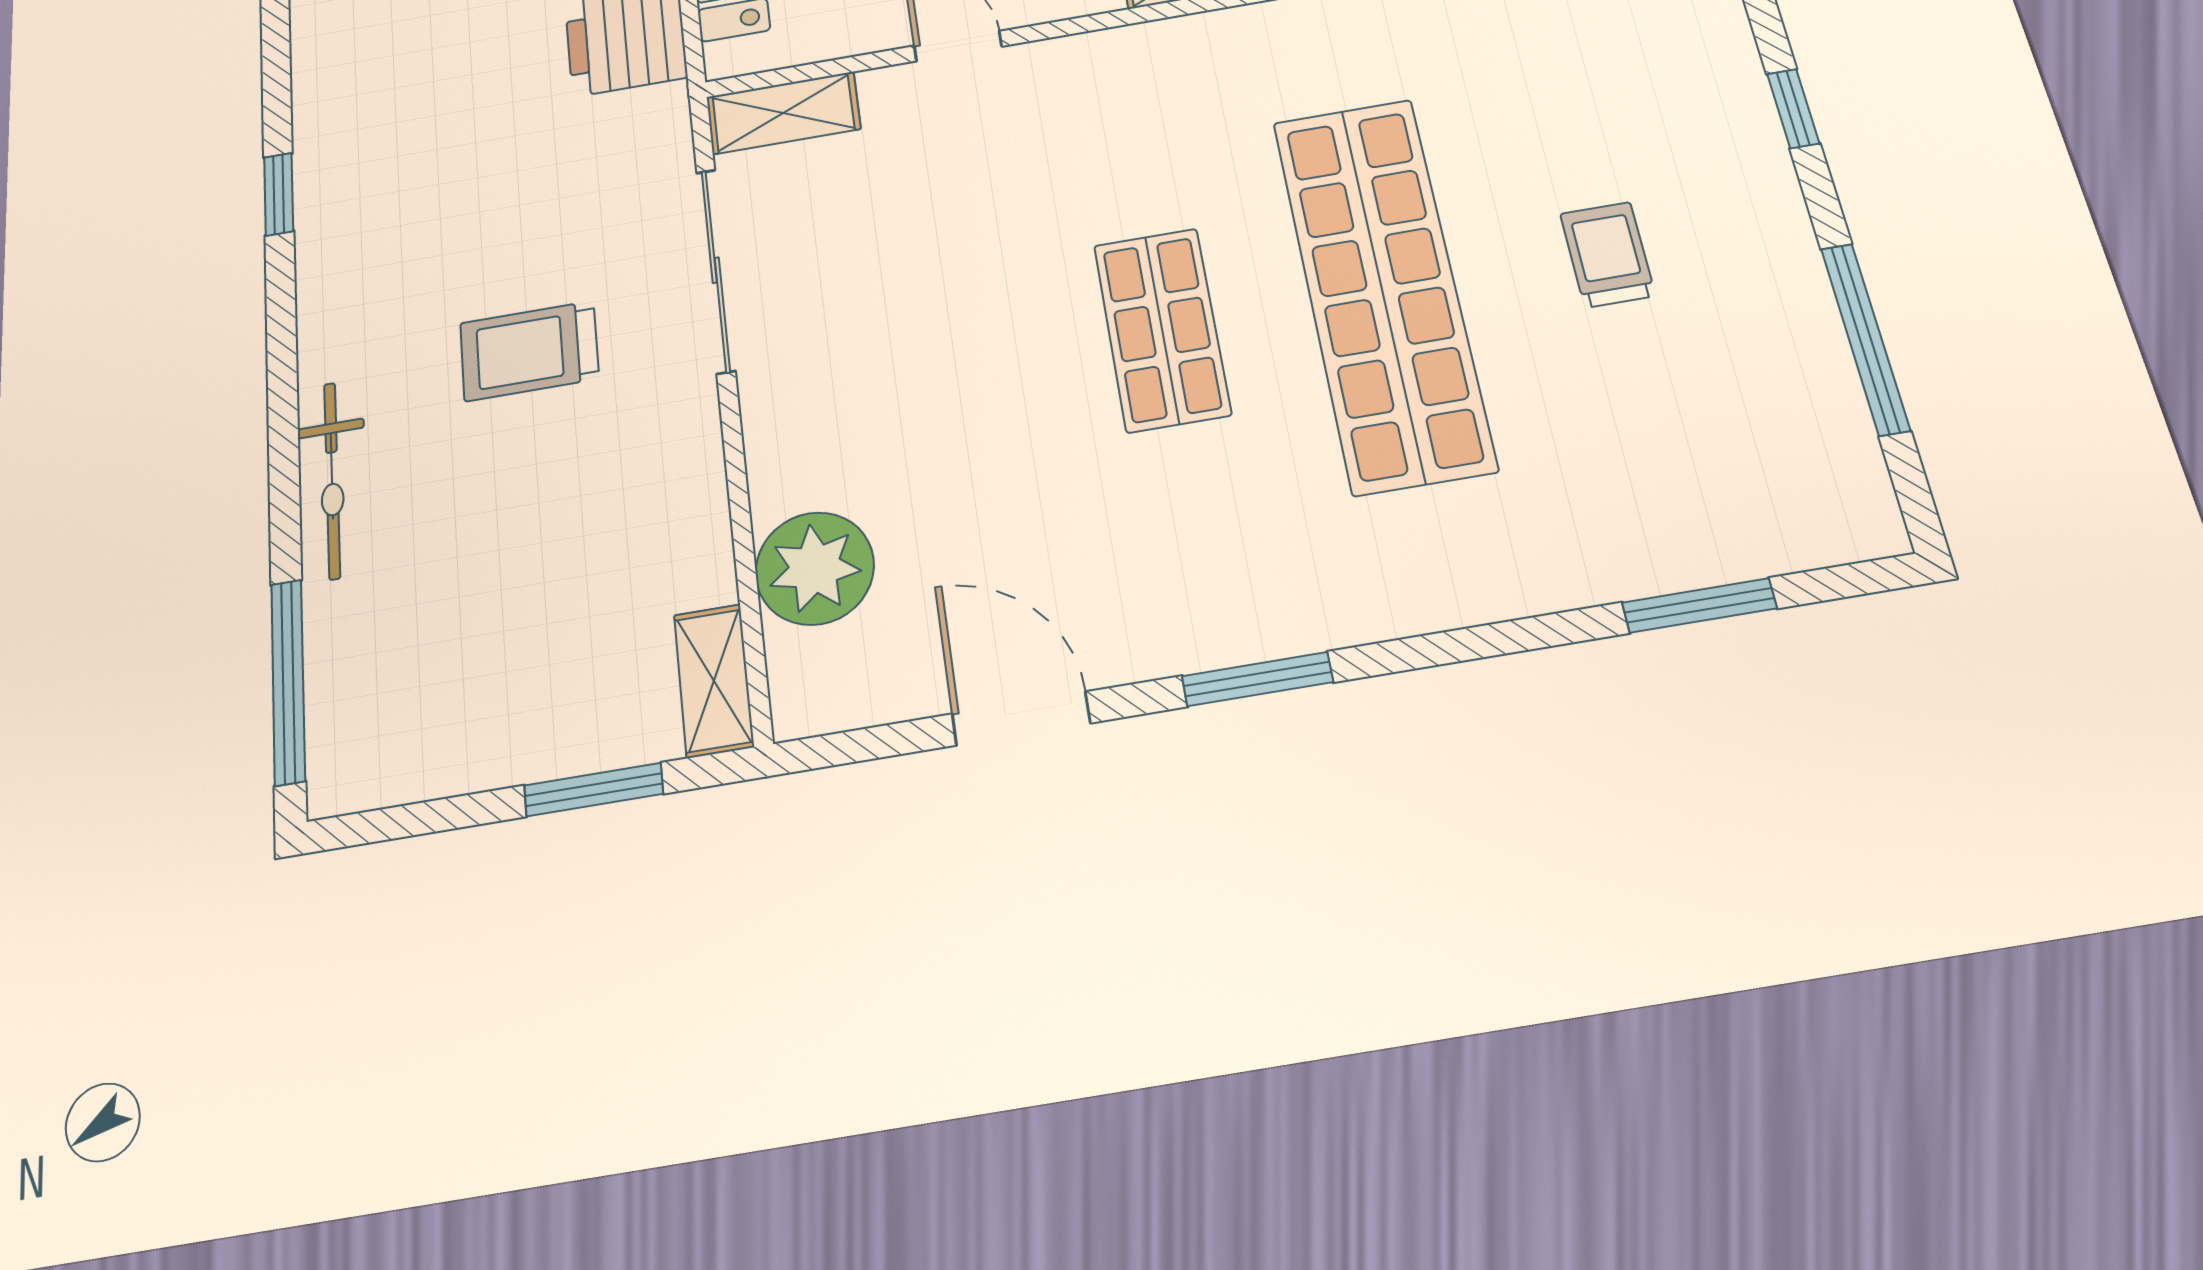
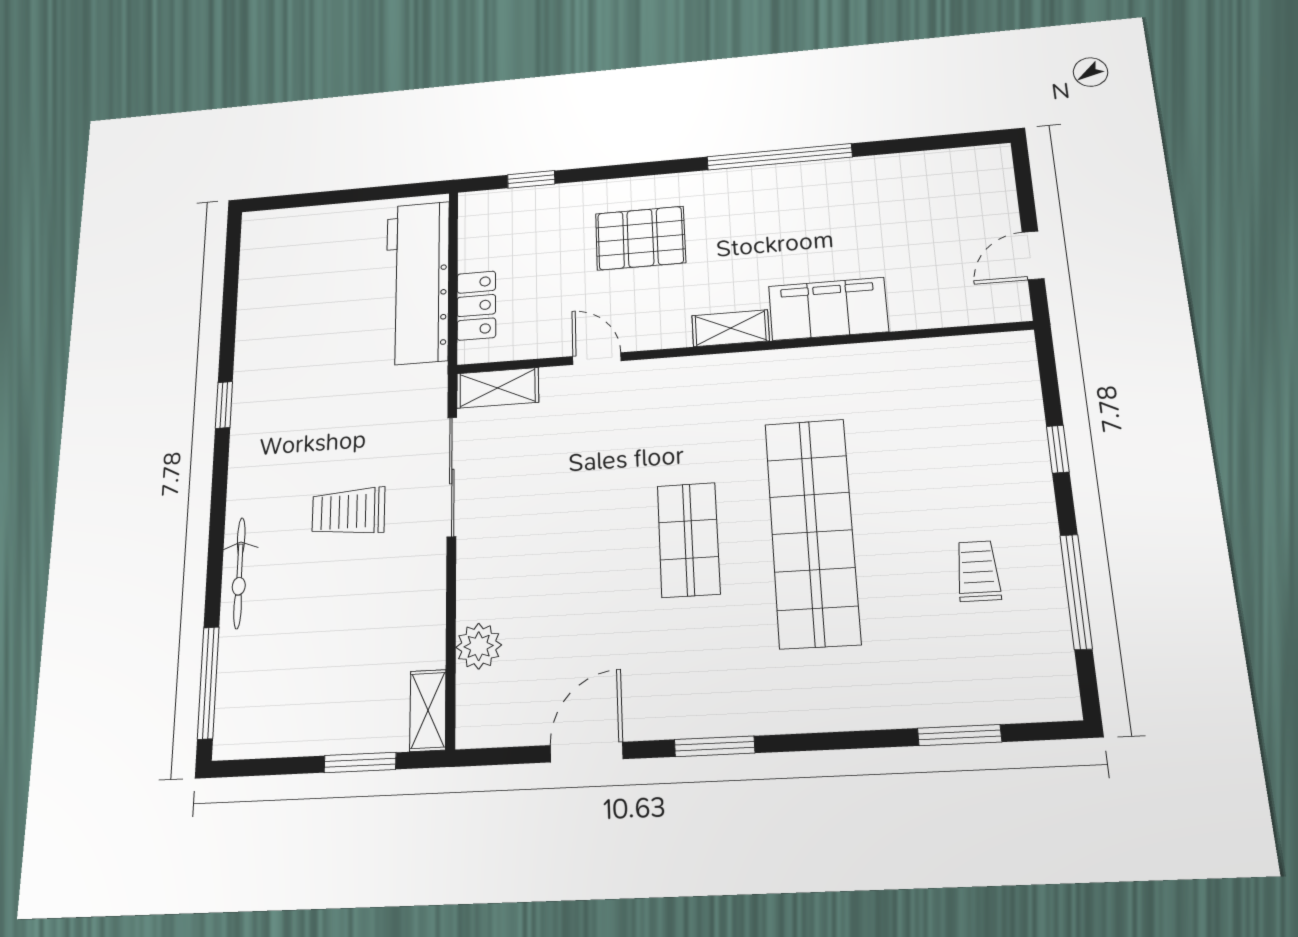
trolley: (1608, 255) -> (978, 571), moved
plant: (815, 568) -> (479, 646), width x0.73, depth x0.73
door: (1021, 718) -> (587, 752), hinge flipped

